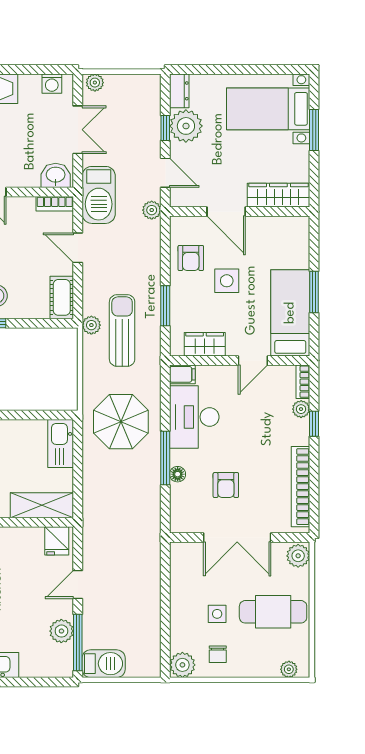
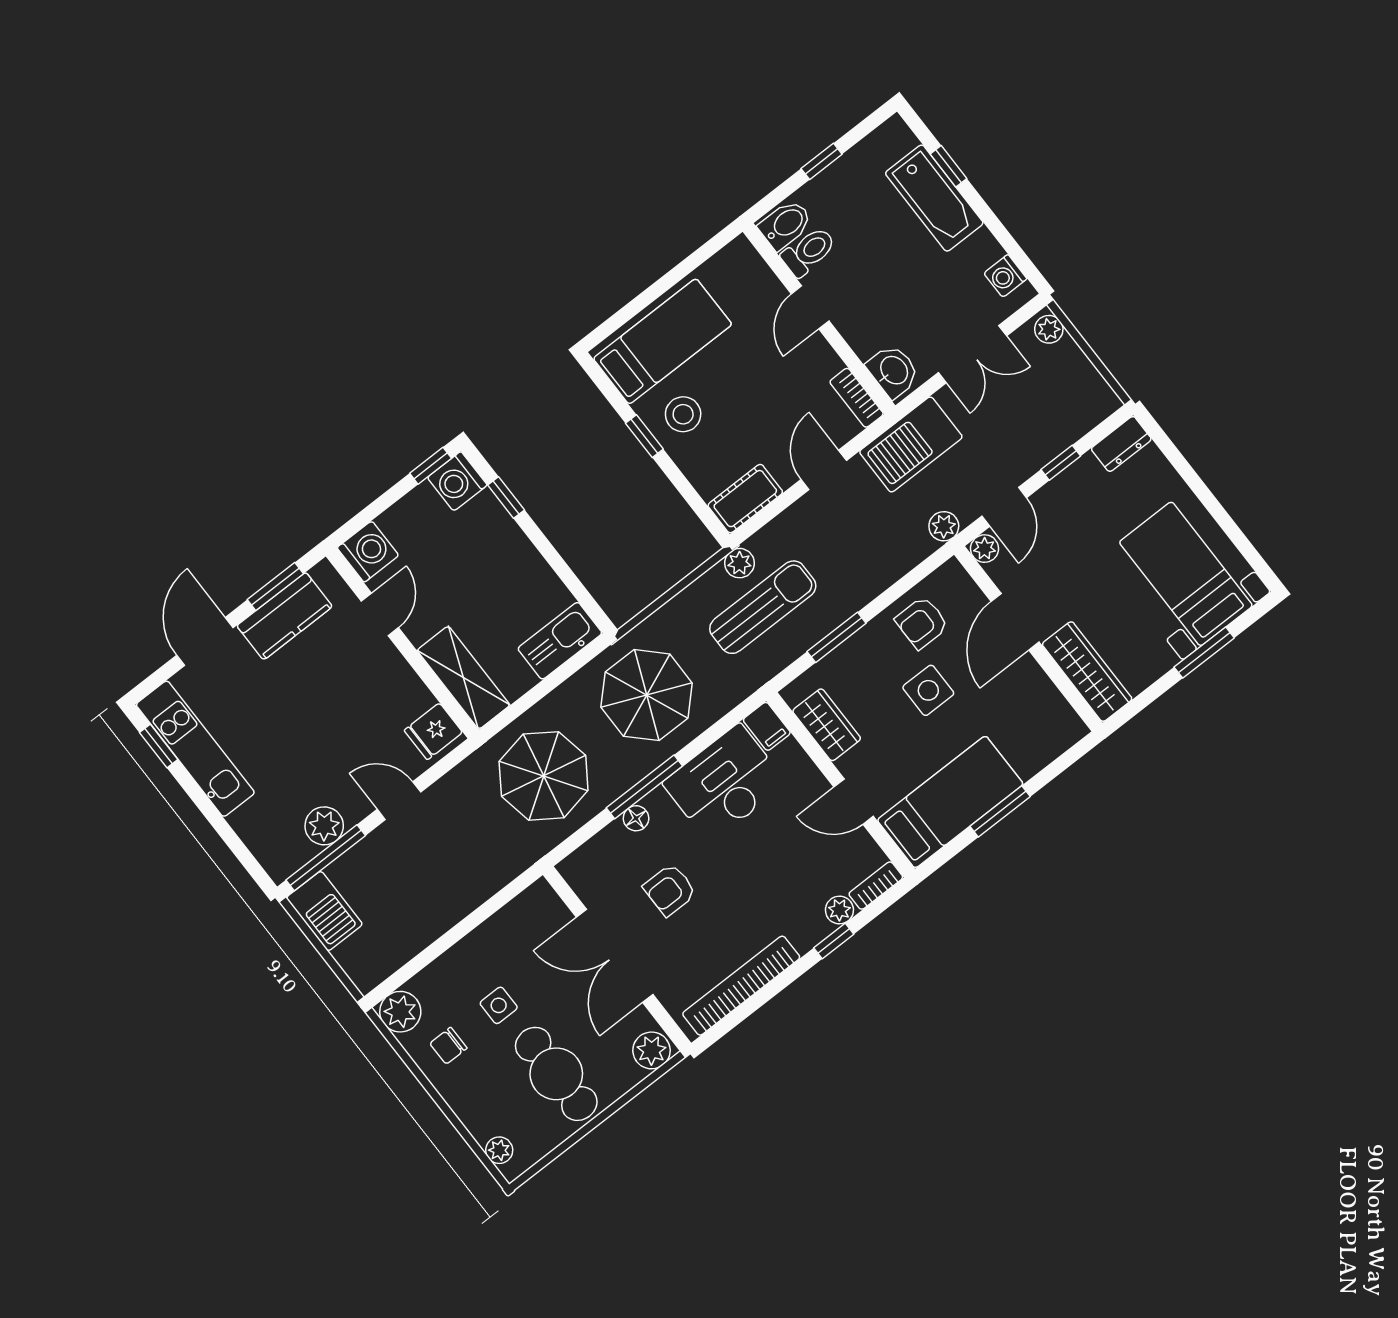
plant: (186, 126) -> (985, 549), moved, width x0.53, depth x0.53
parasol: (121, 504) -> (544, 776), added

